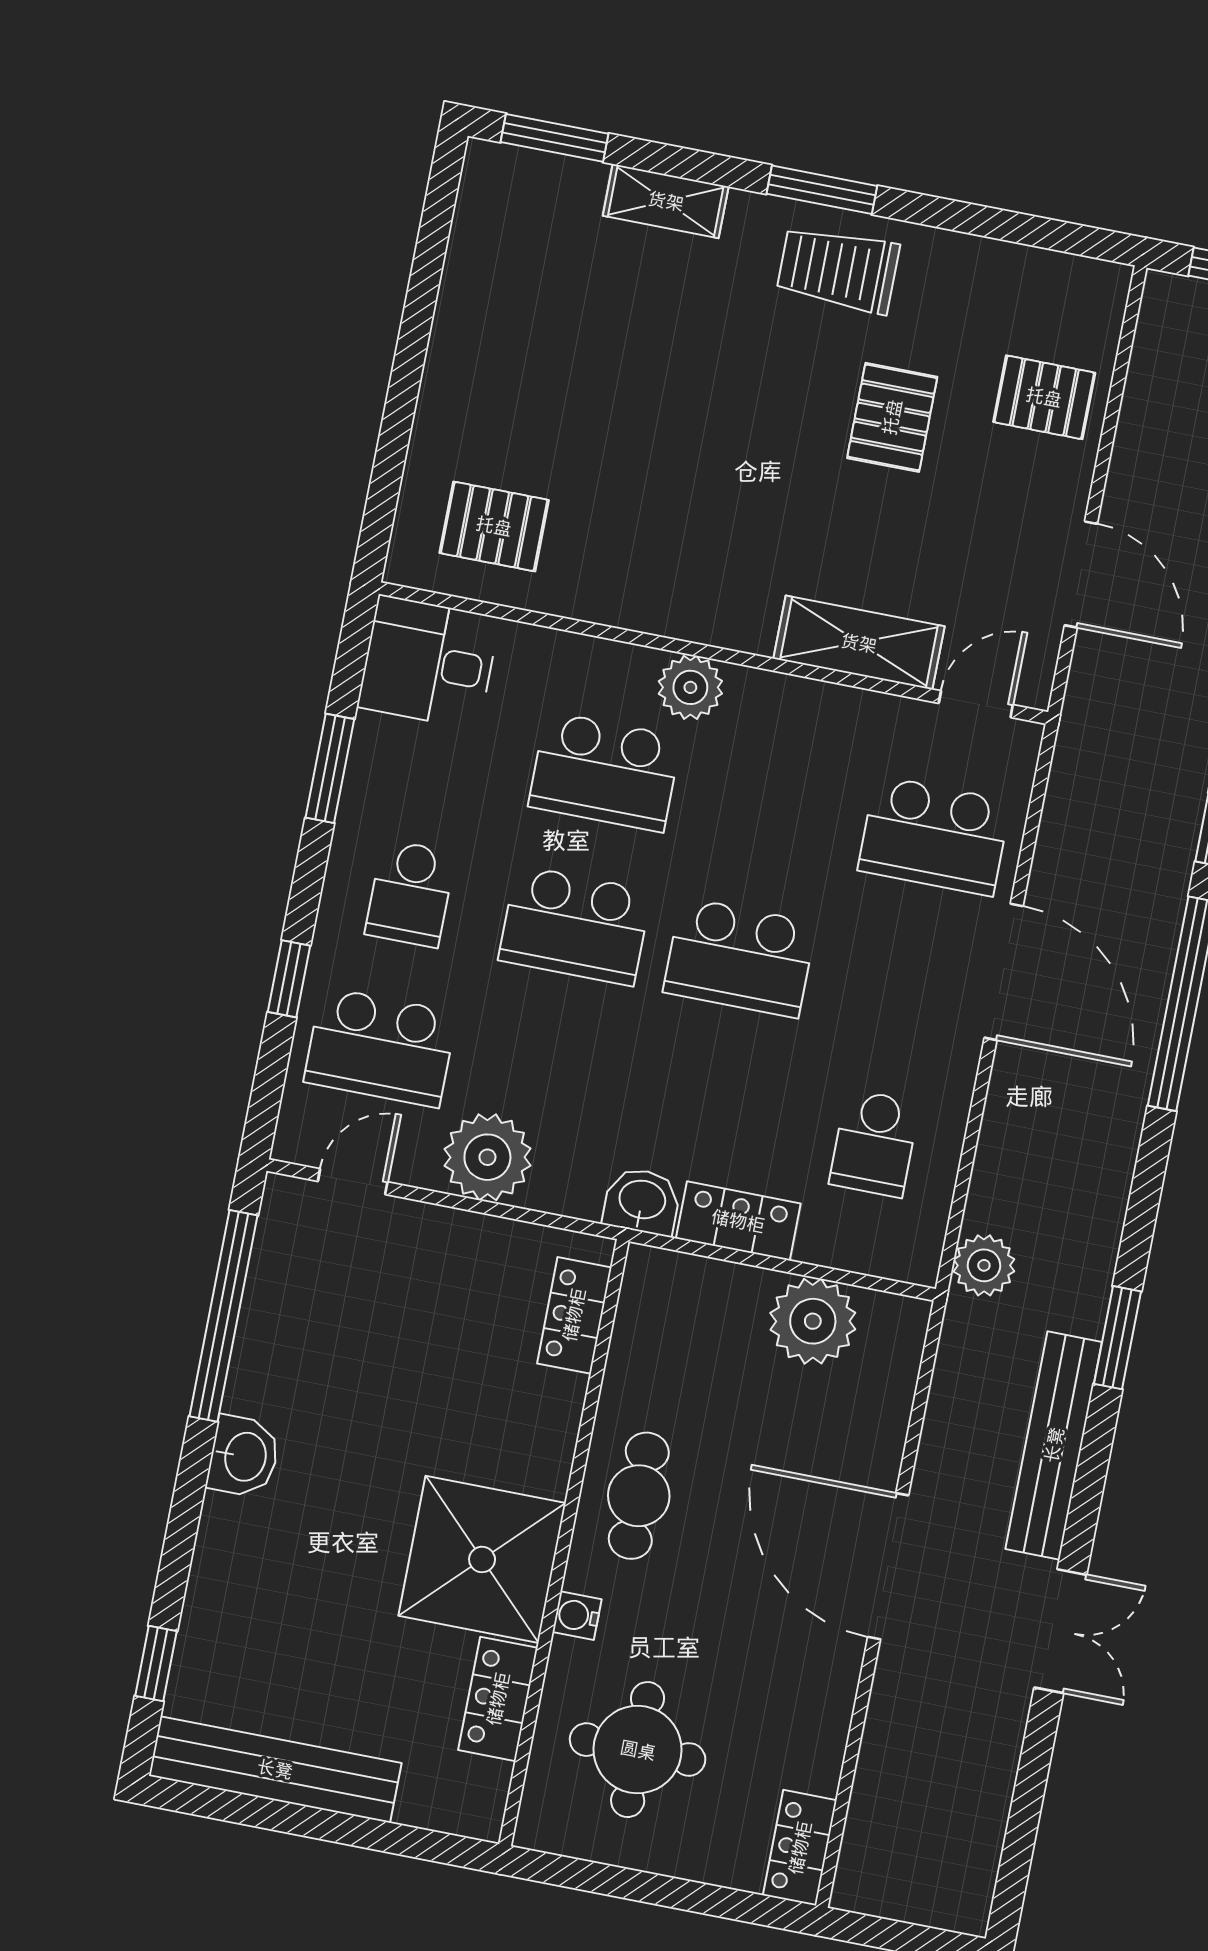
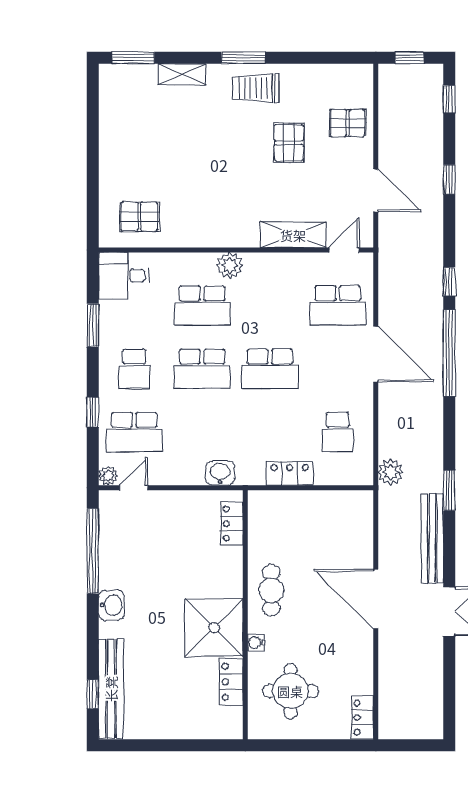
plant: (487, 1157) -> (108, 476), moved, width x0.53, depth x0.53
washbasin: (642, 1201) -> (220, 473), moved
plant: (813, 1321) -> (327, 508), removed
bench: (275, 1769) -> (111, 689), moved, turned 90

